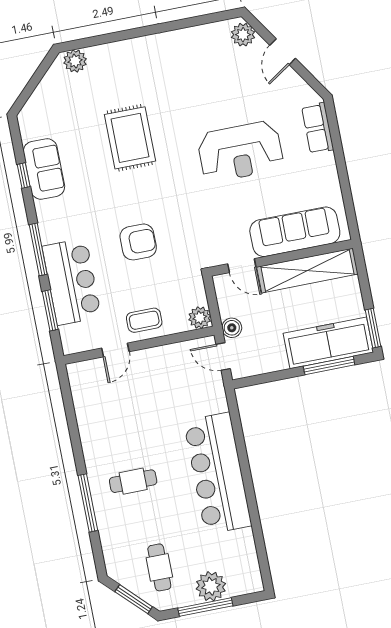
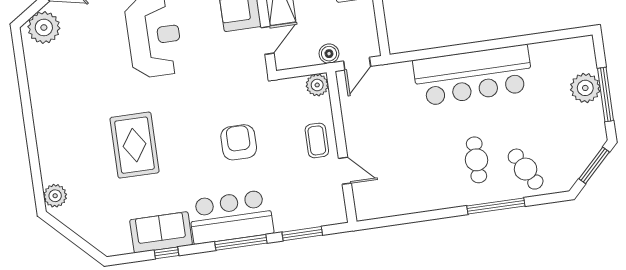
plant: (243, 35) -> (44, 27), width x1.36, depth x1.36
rug: (130, 138) -> (134, 145), turned 90
bar counter: (72, 282) -> (231, 217), moved
cafe table: (159, 567) -> (526, 169), moved, turned 61

